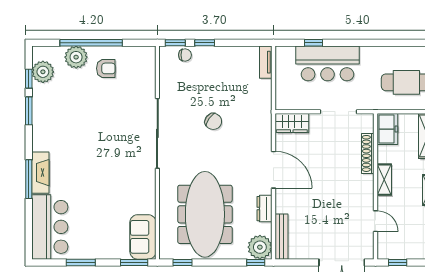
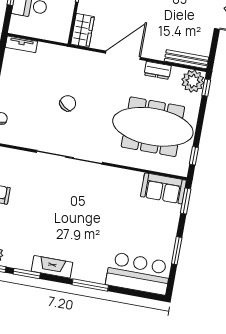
fireplace: (40, 173) -> (52, 267), moved

